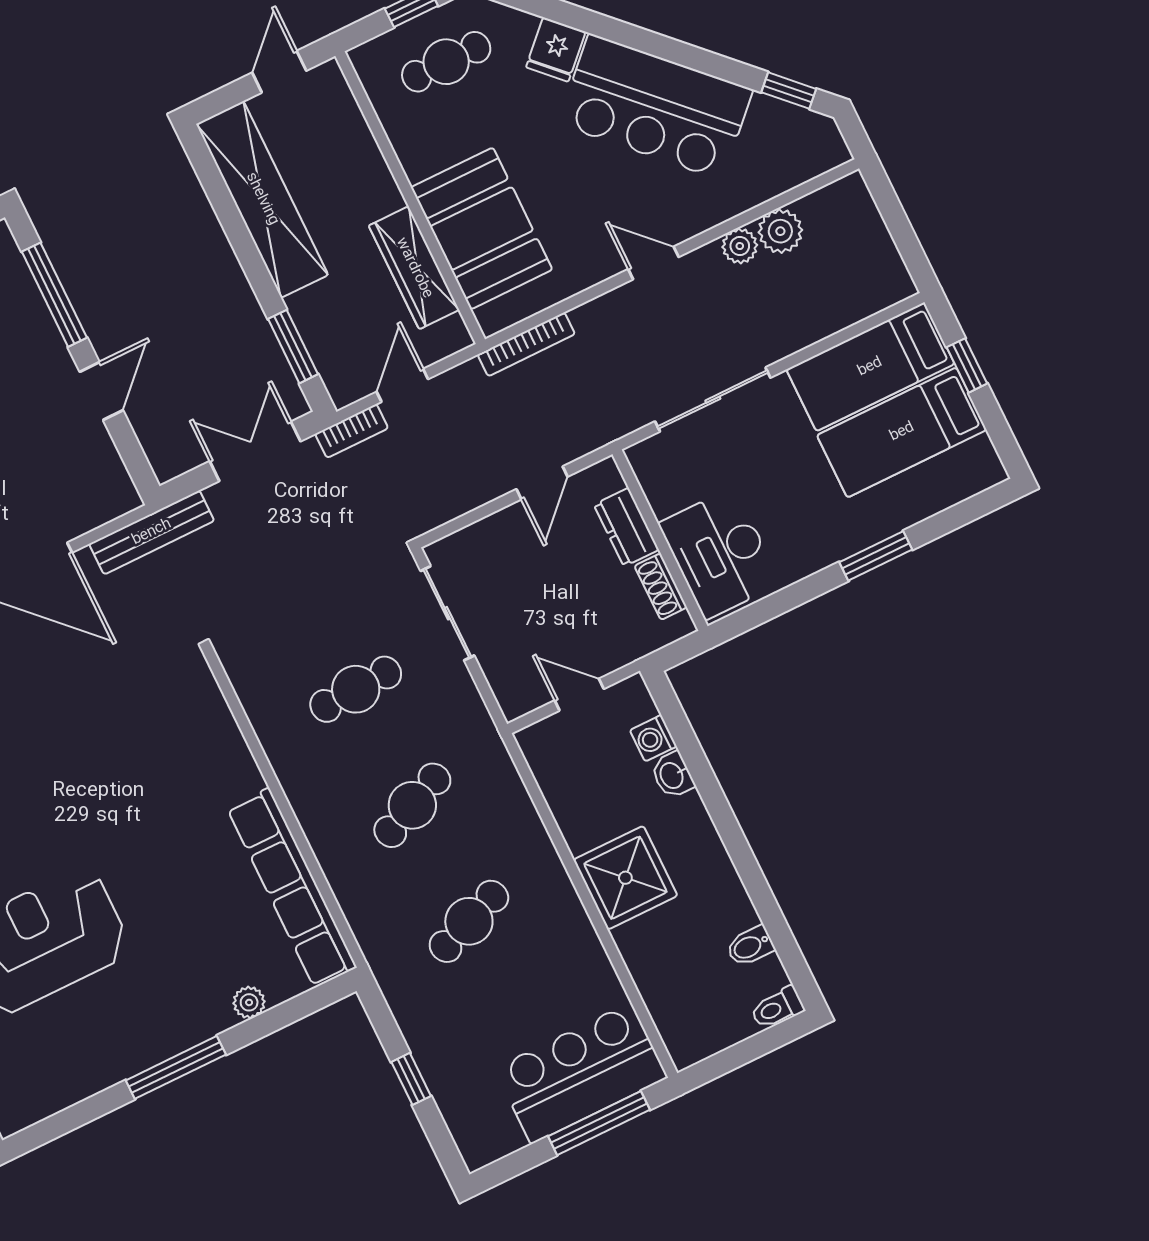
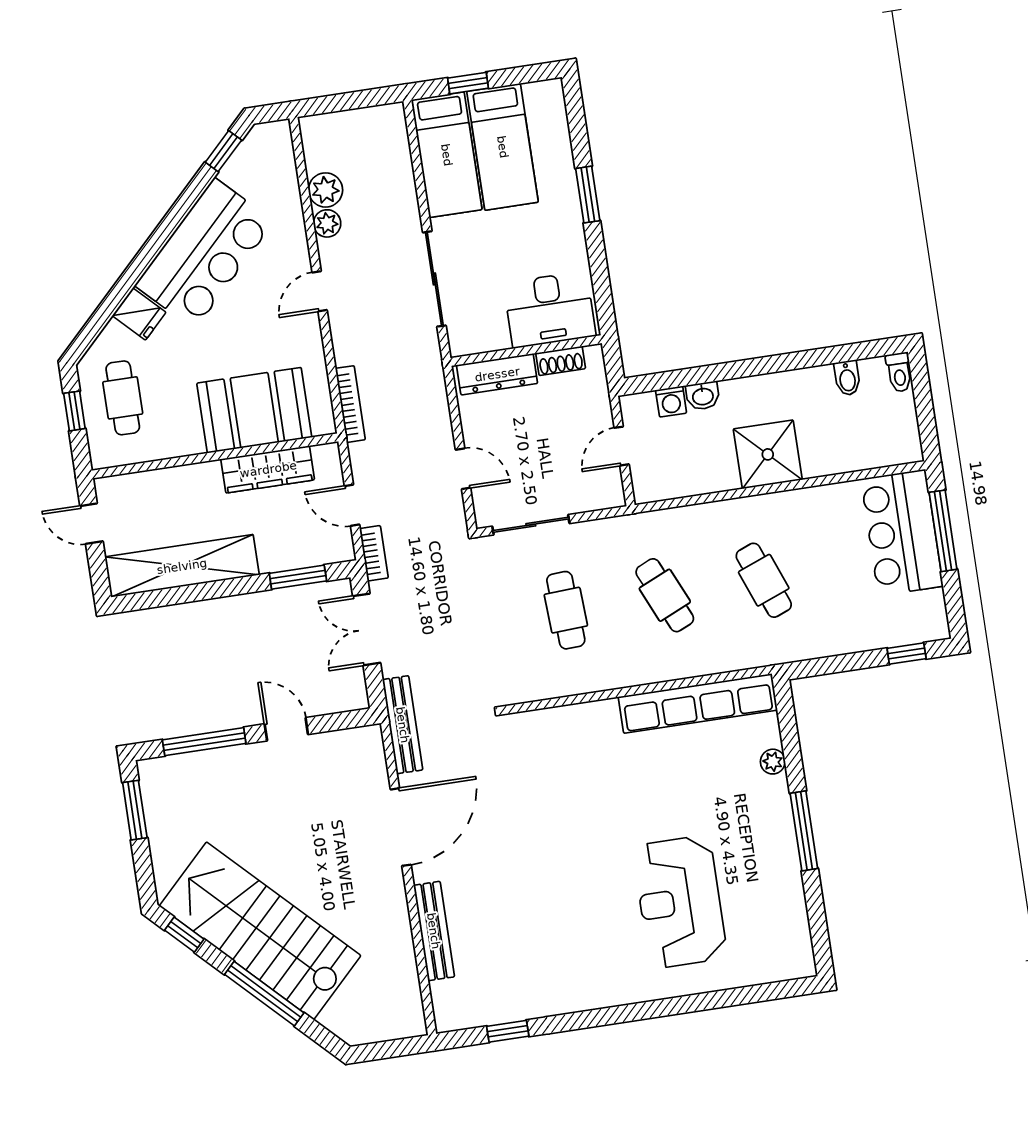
door: (542, 483) -> (463, 469), moved
dresser: (626, 527) -> (497, 374), width x1.44
window: (411, 1079) -> (907, 654), moved

